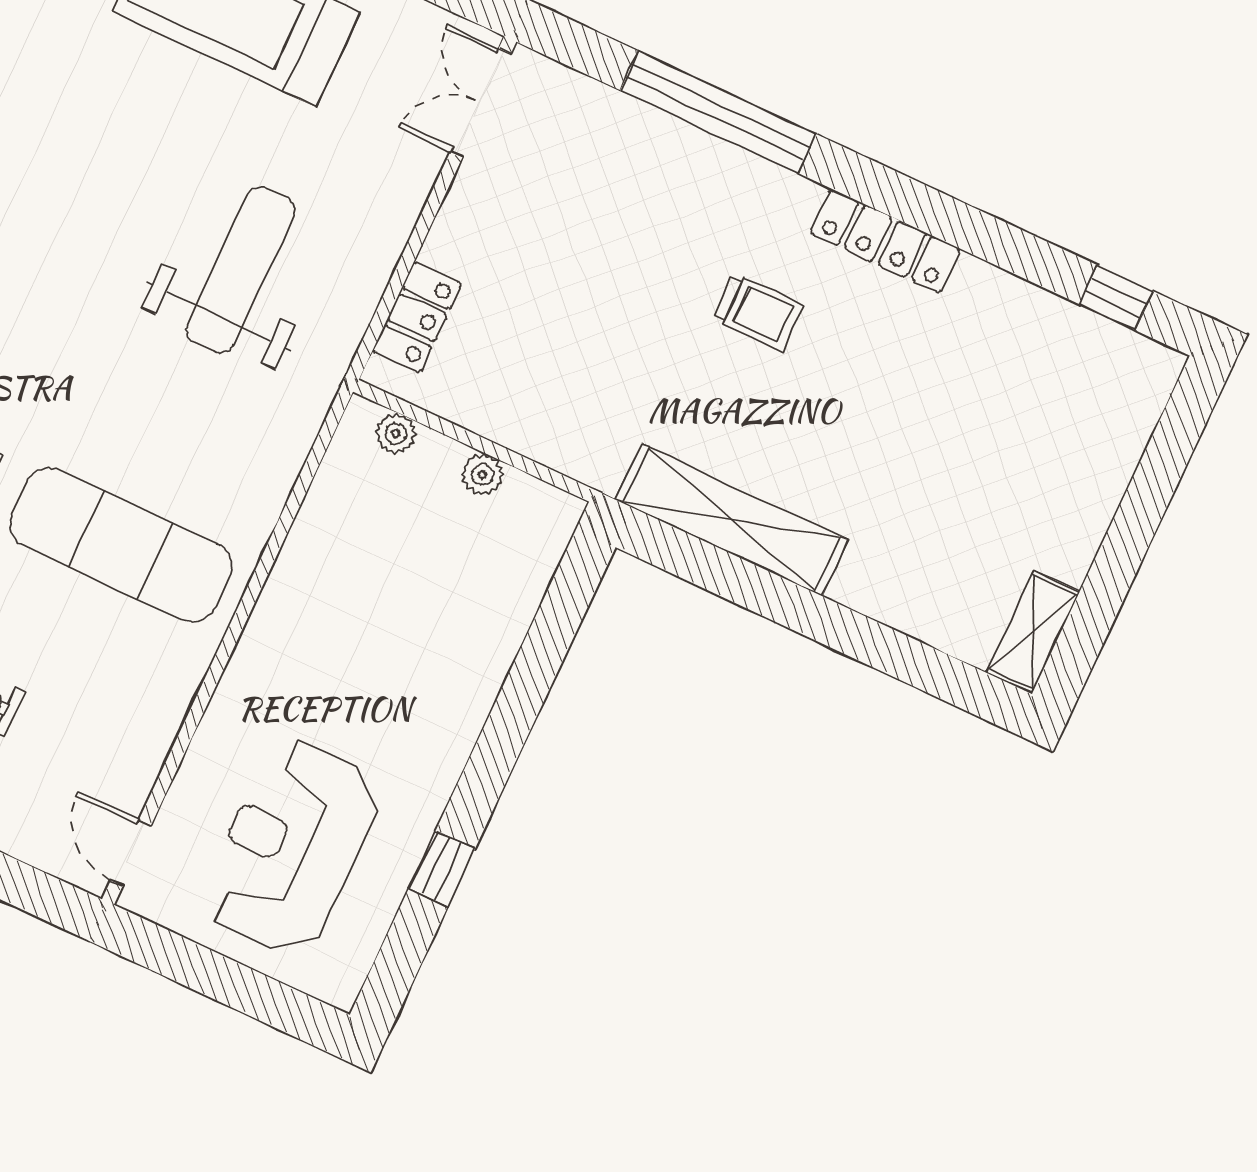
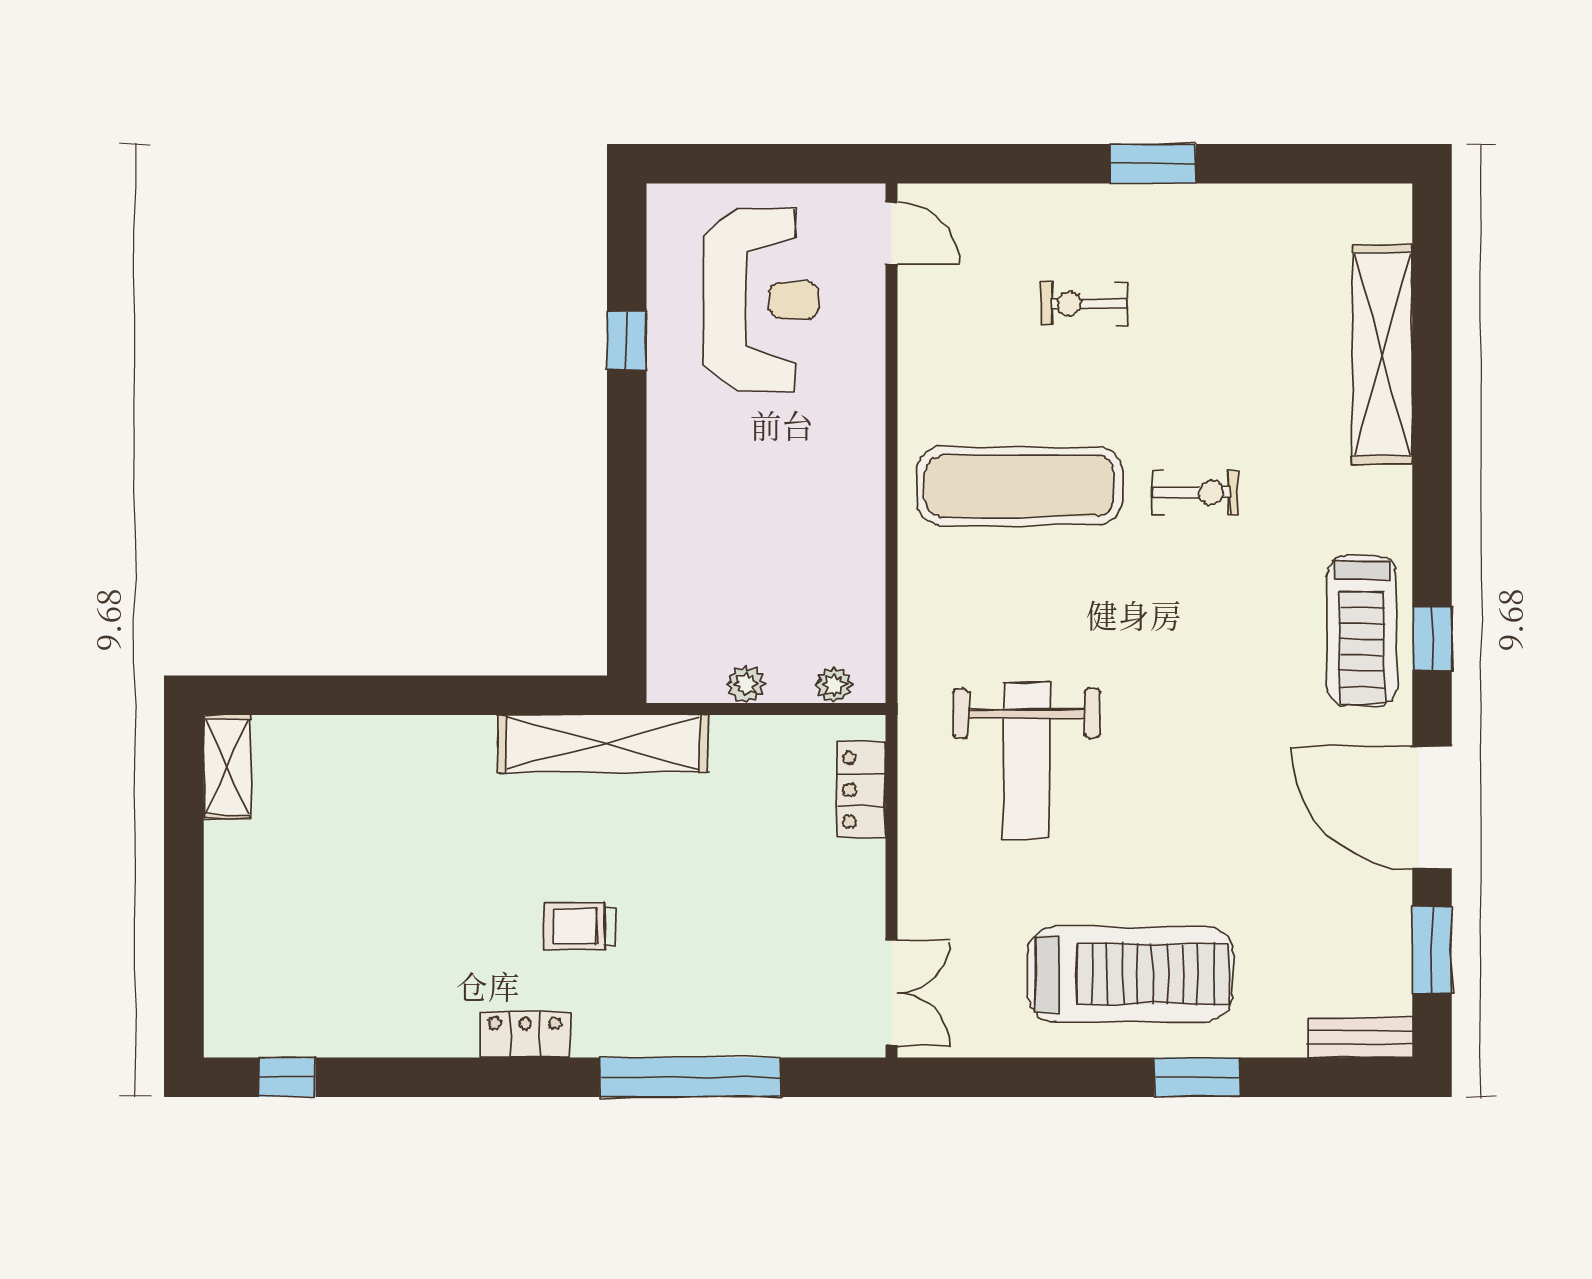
locker: (885, 241) -> (525, 1035), width x0.66
shelving: (732, 520) -> (603, 744), moved

